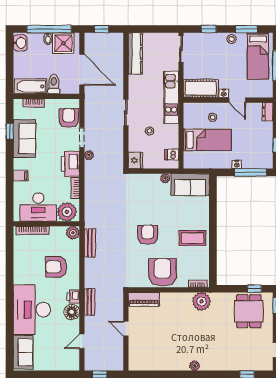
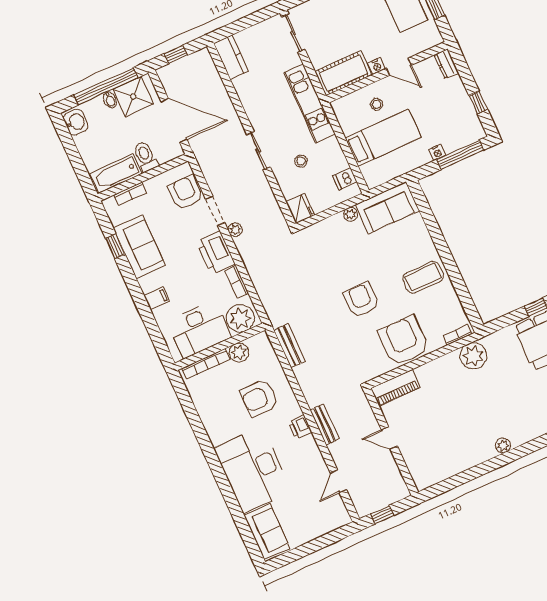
kitchen counter: (135, 53) -> (231, 57), width x0.67
plant: (73, 233) -> (239, 353), moved
floor lamp: (72, 312) -> (307, 449), removed

